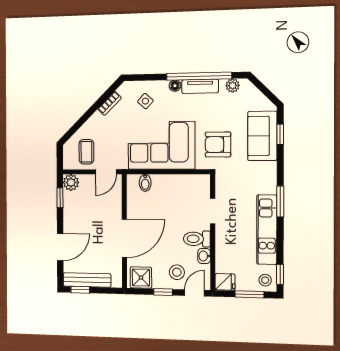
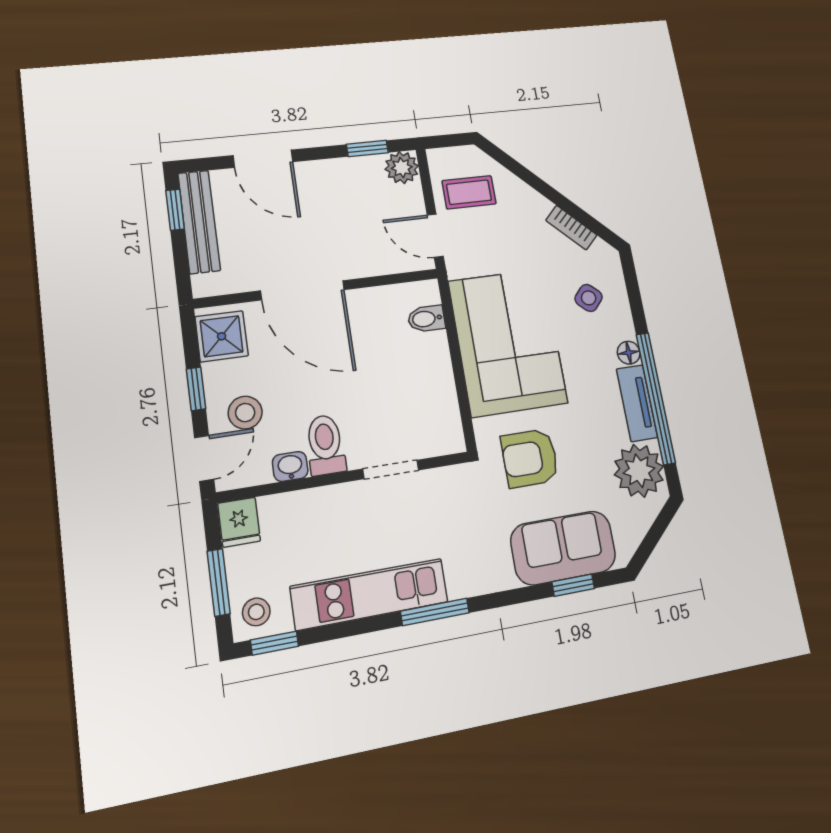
plant: (233, 86) -> (639, 471), width x1.87, depth x1.87
armchair: (218, 145) -> (530, 458), turned -90
door: (195, 293) -> (204, 458), hinge flipped

